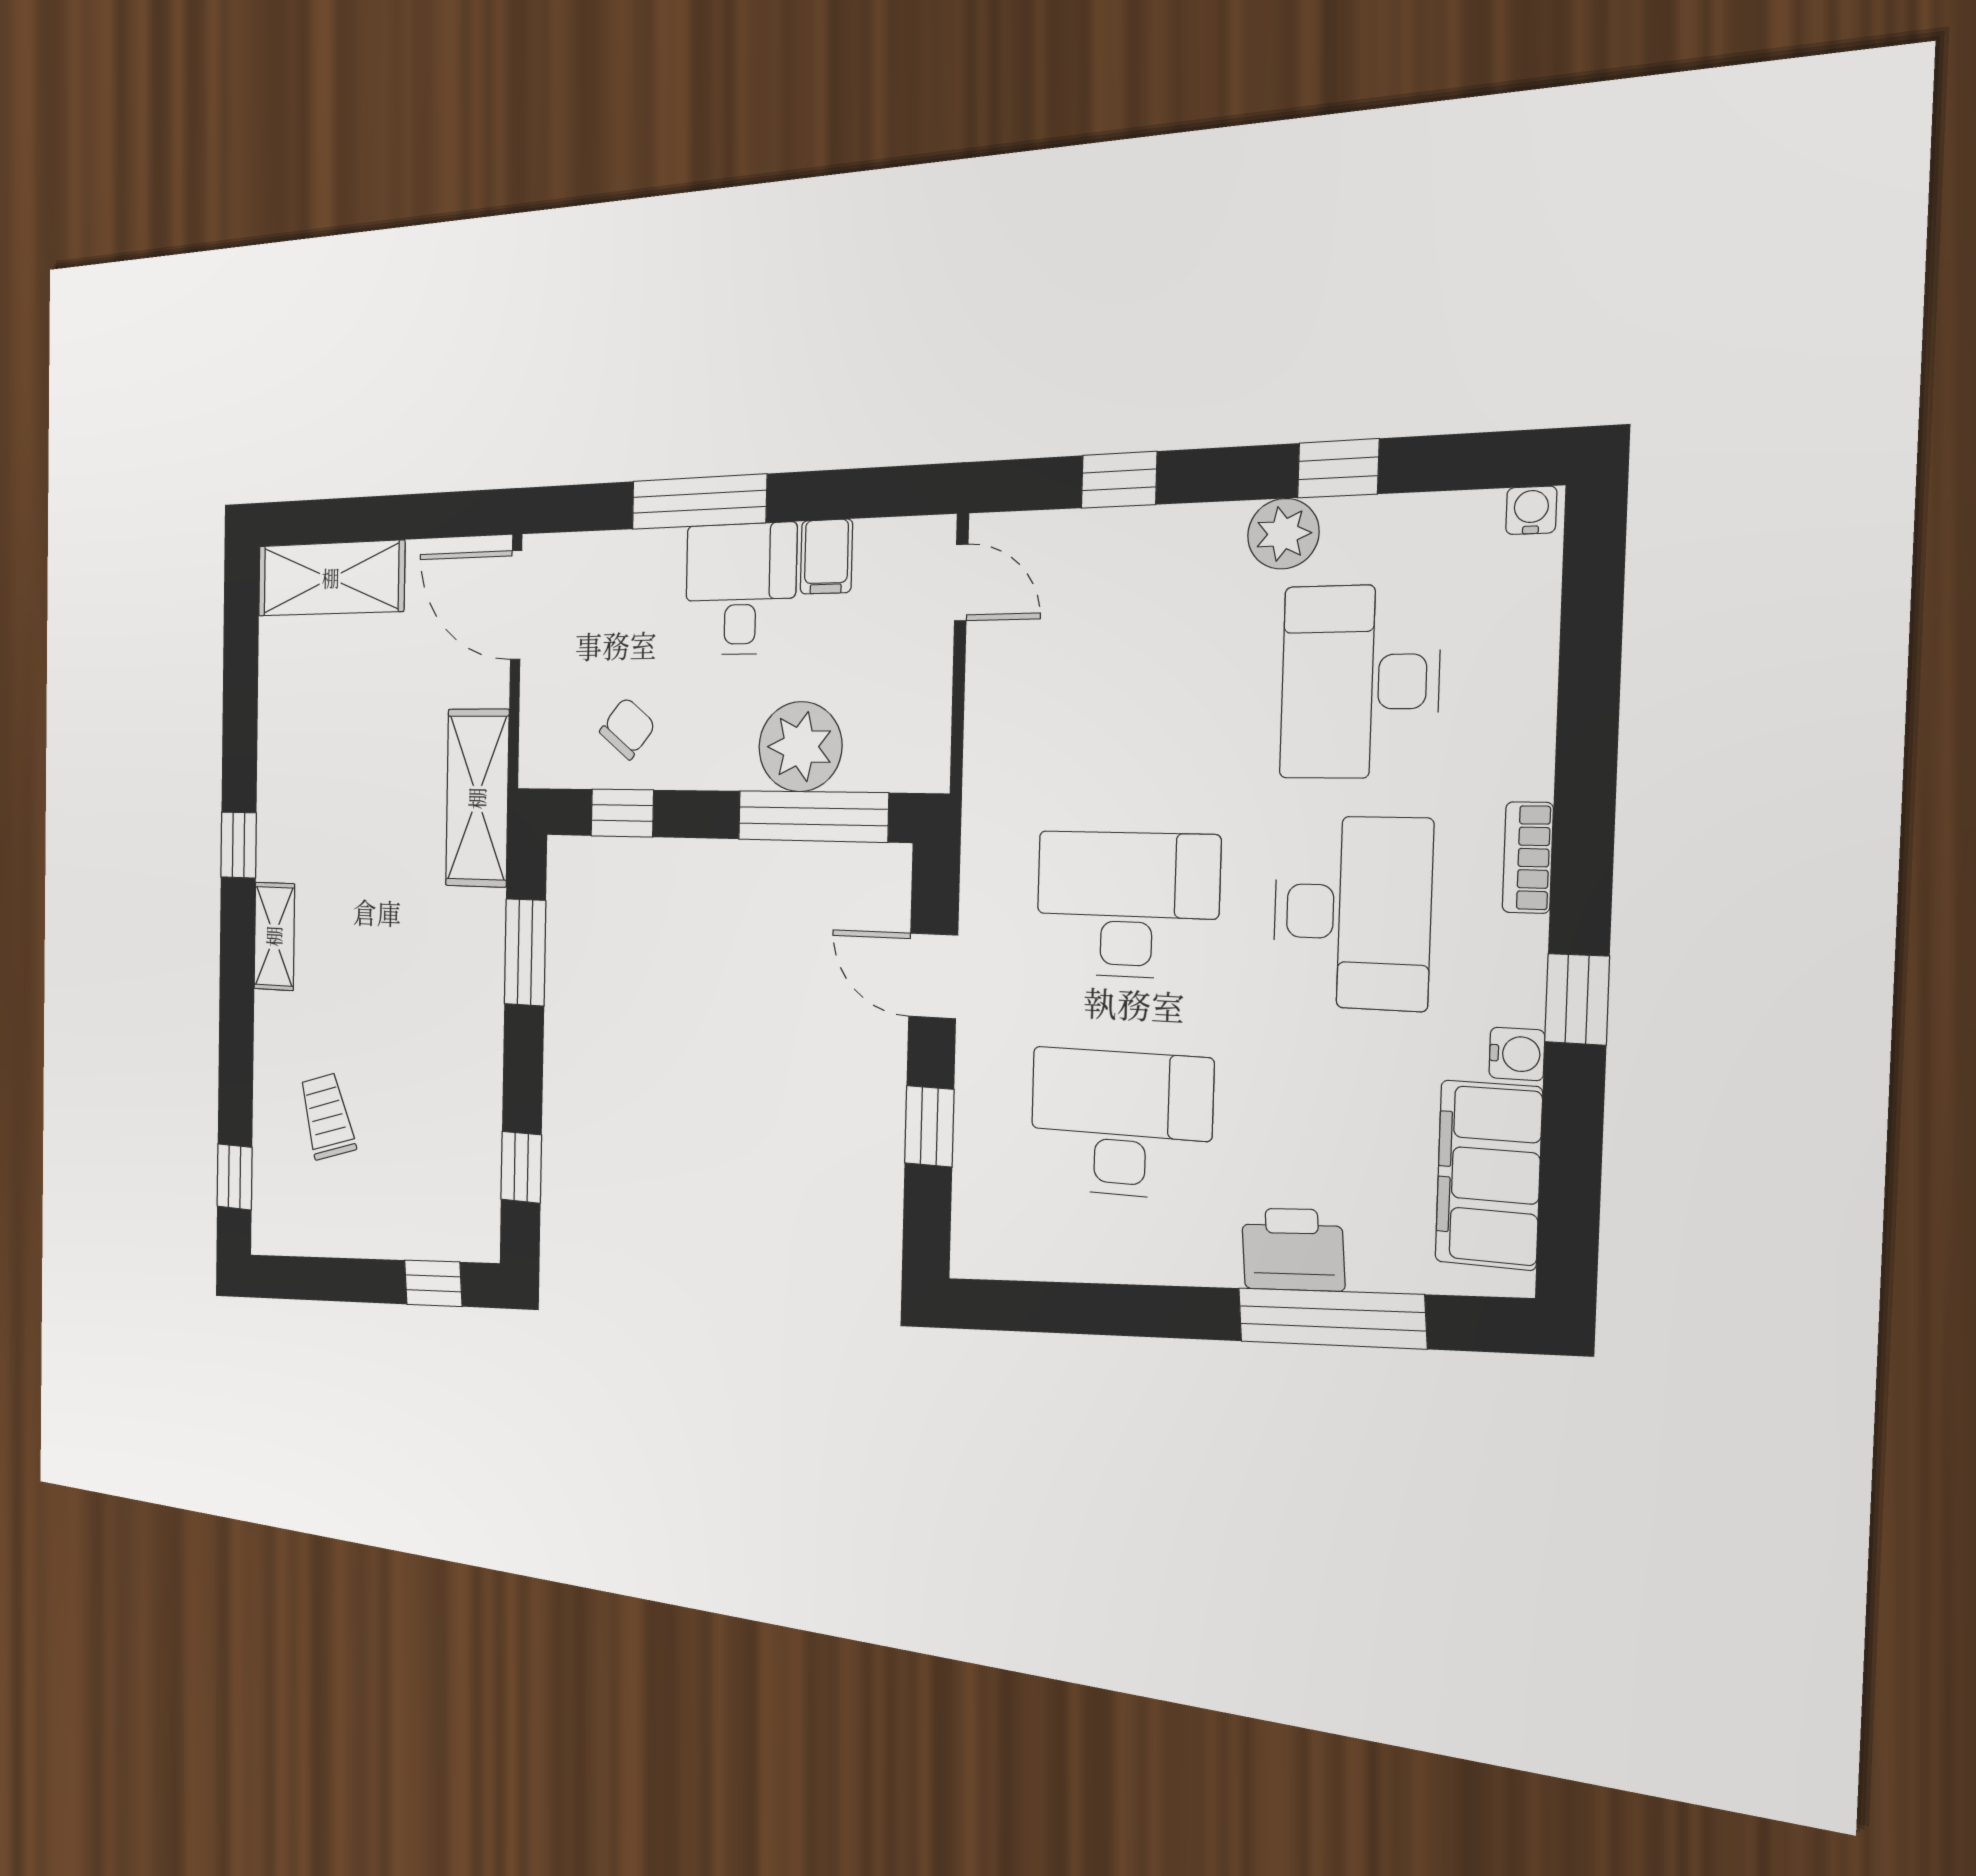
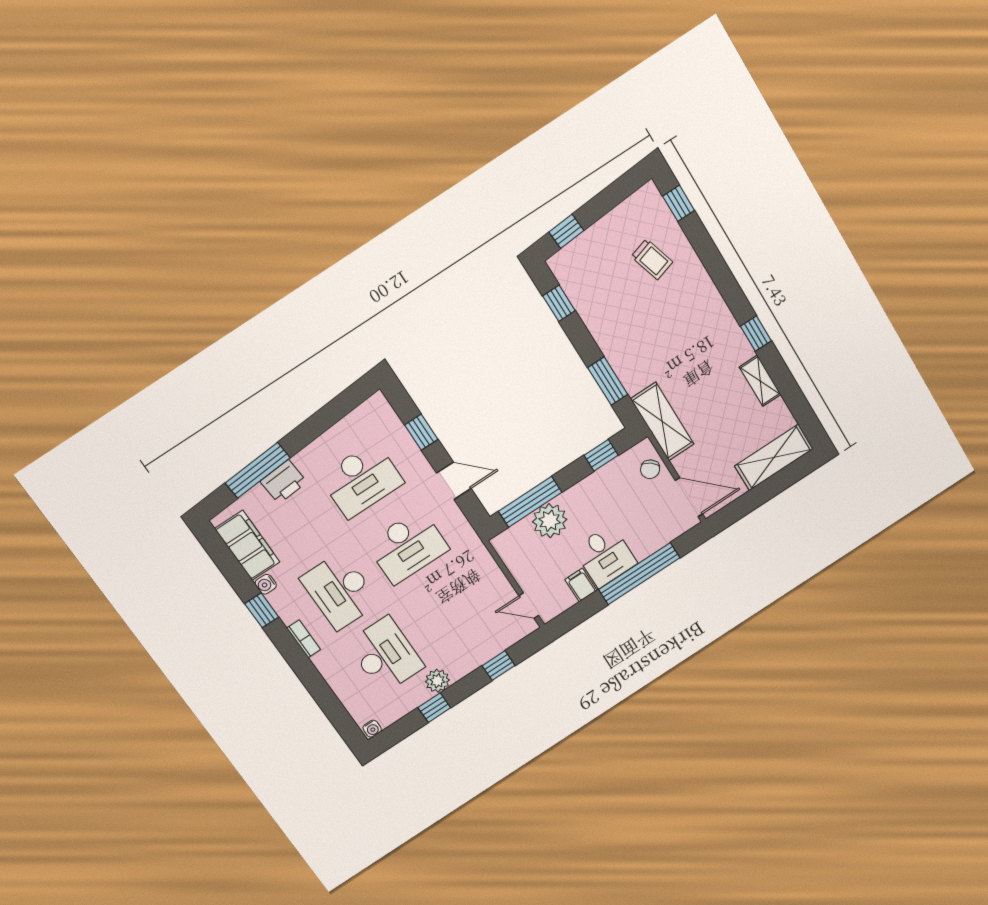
window: (699, 502) -> (639, 574), width x1.46
chair: (627, 728) -> (650, 469), moved
shelving: (274, 936) -> (760, 381), moved

